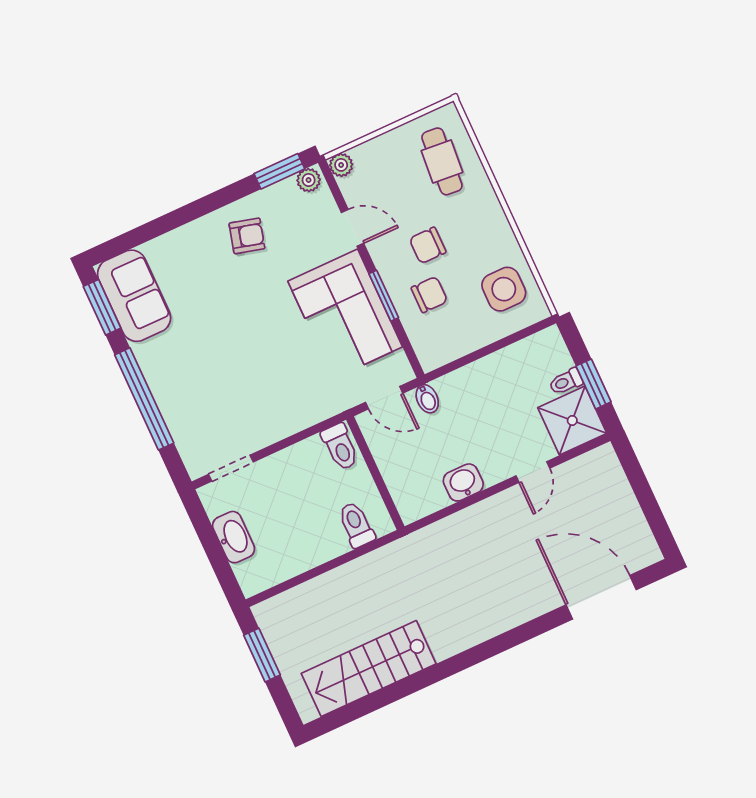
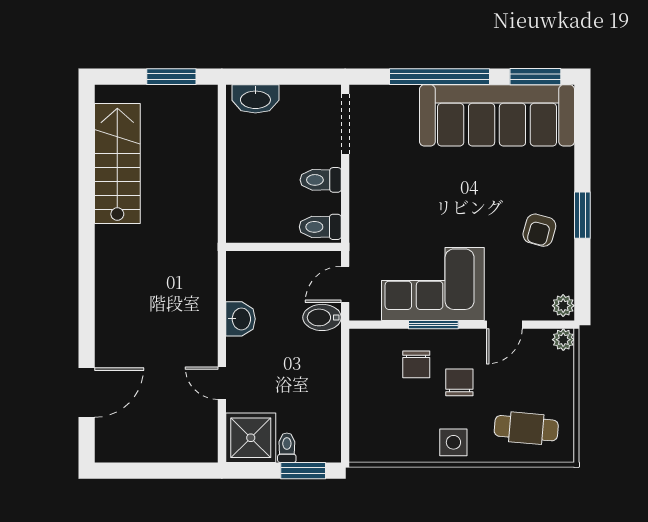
window: (279, 171) -> (582, 215), moved
side table: (504, 289) -> (453, 442), moved, width x0.73, depth x0.73
sofa: (134, 296) -> (497, 115), width x1.85, depth x1.27
window: (593, 384) -> (303, 471), moved
bidet: (427, 399) -> (322, 317), width x1.38, depth x1.36
doorway: (231, 468) -> (345, 124), width x1.38
toilet: (356, 525) -> (321, 180), moved, turned 180
washbasin: (234, 537) -> (255, 99), moved
door: (601, 597) -> (87, 393), width x0.73

